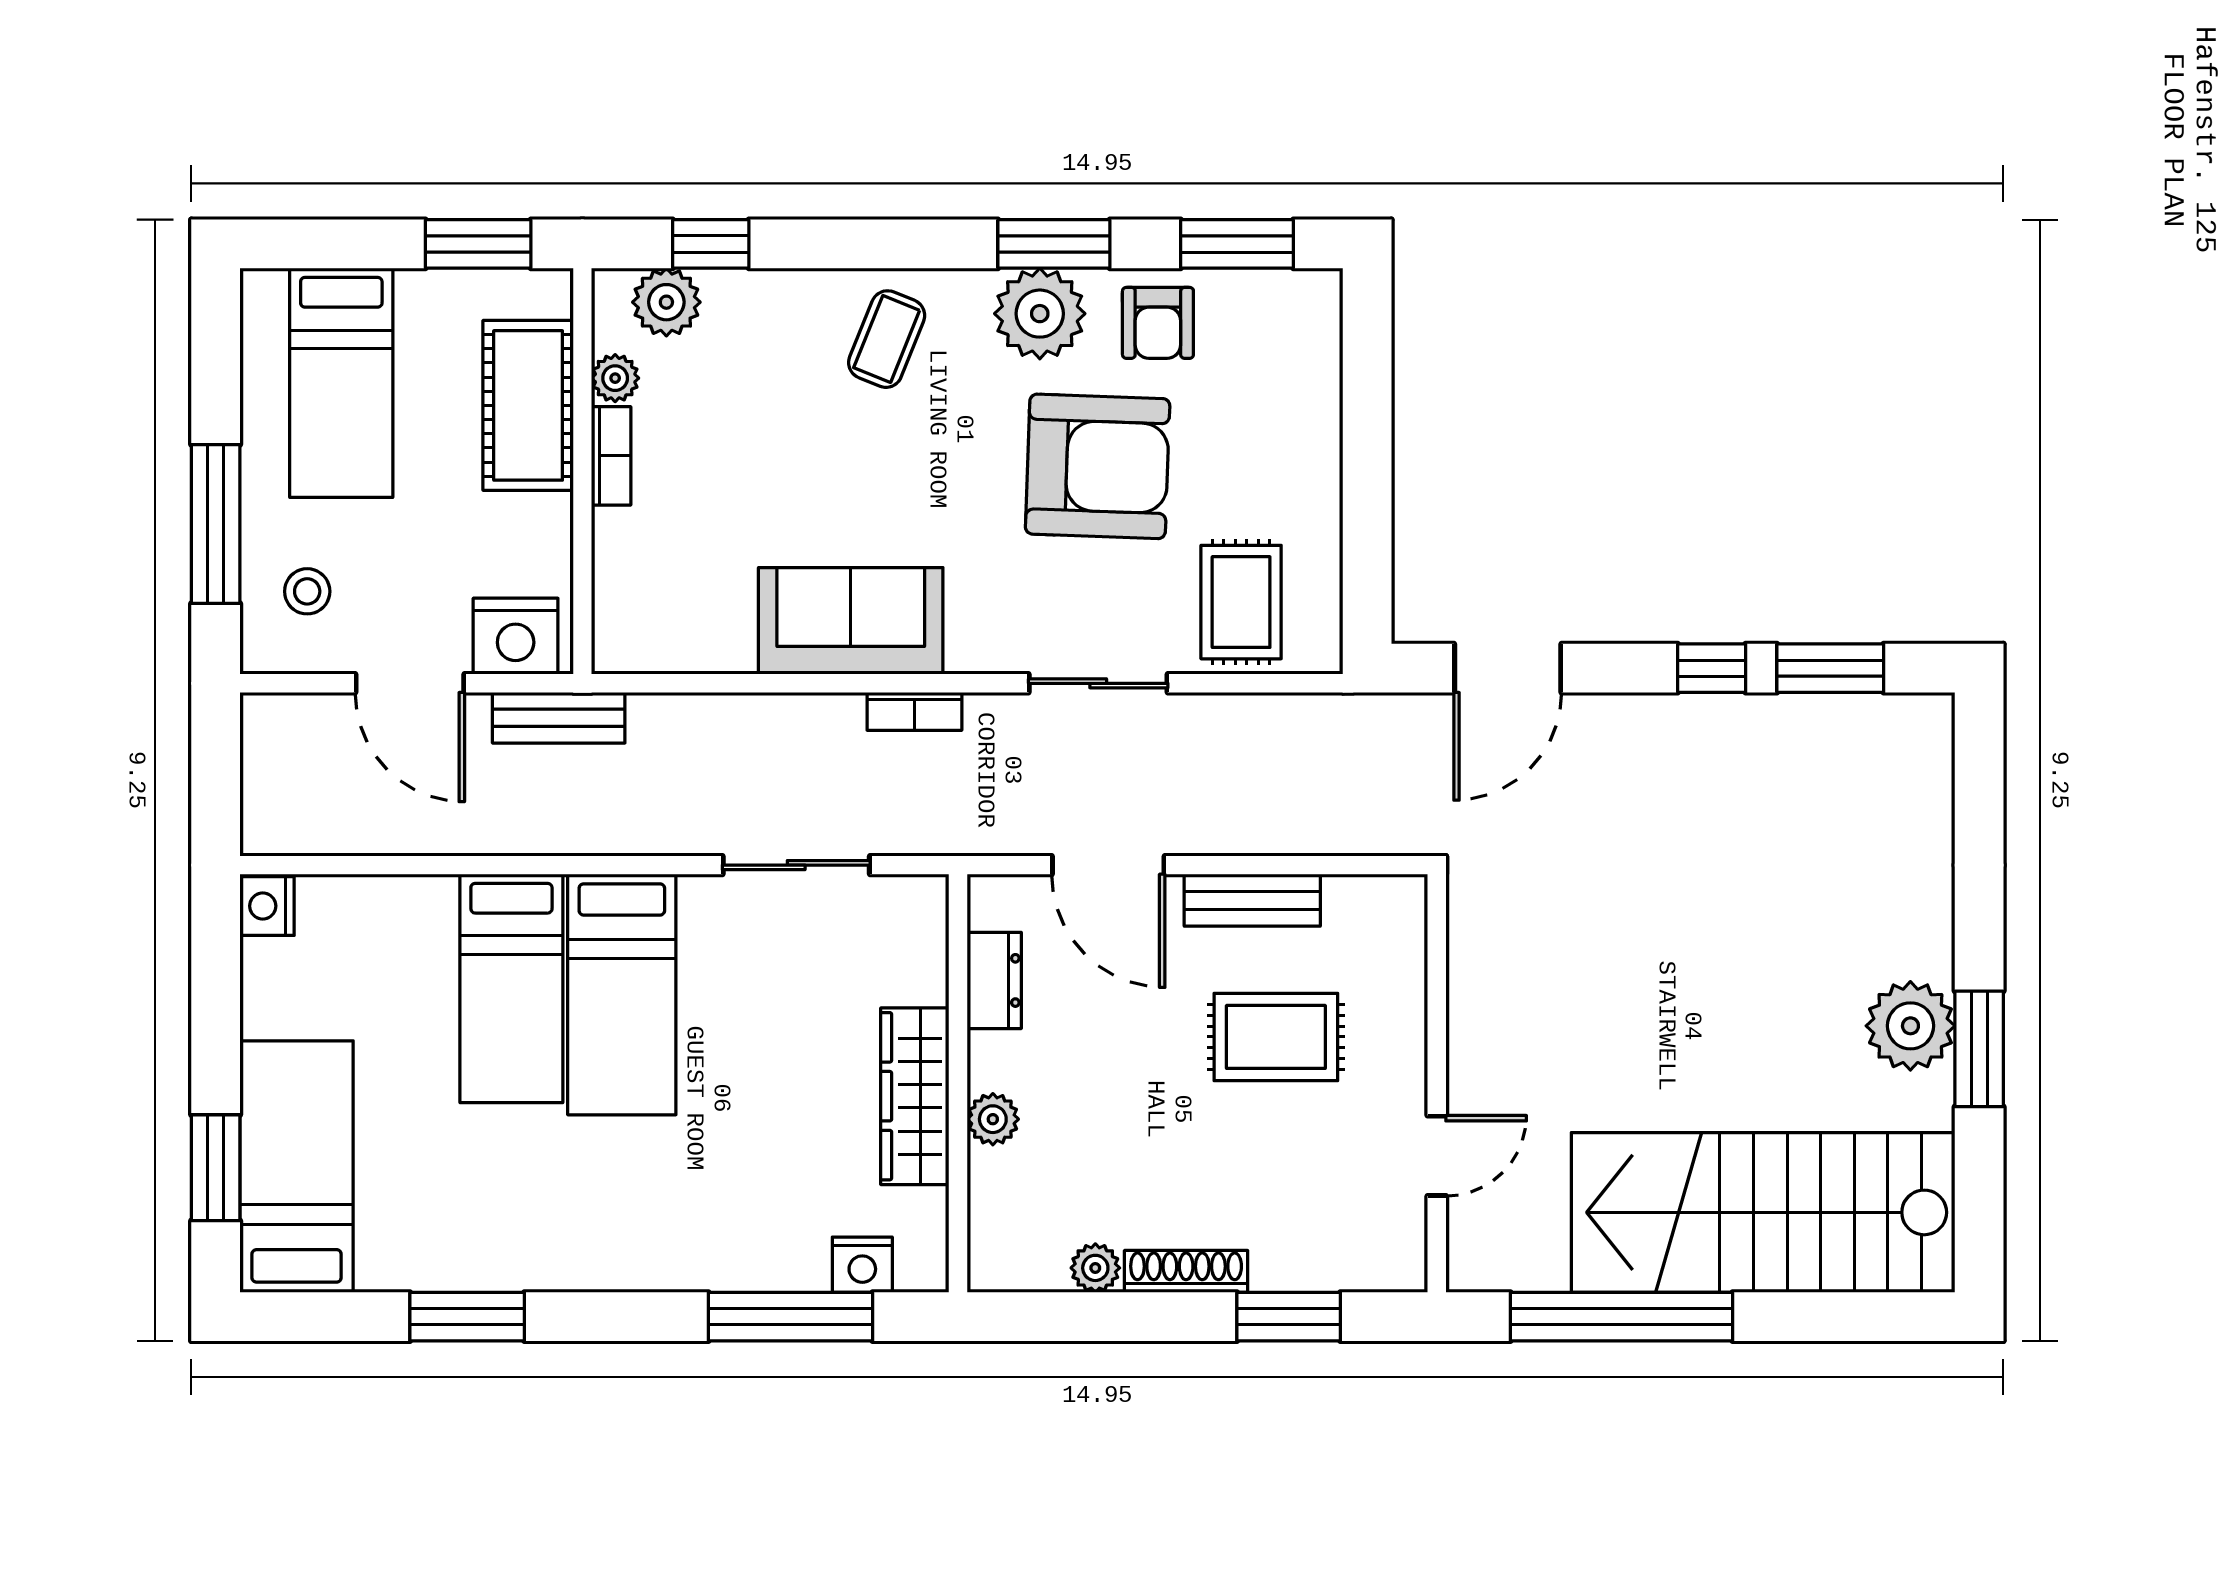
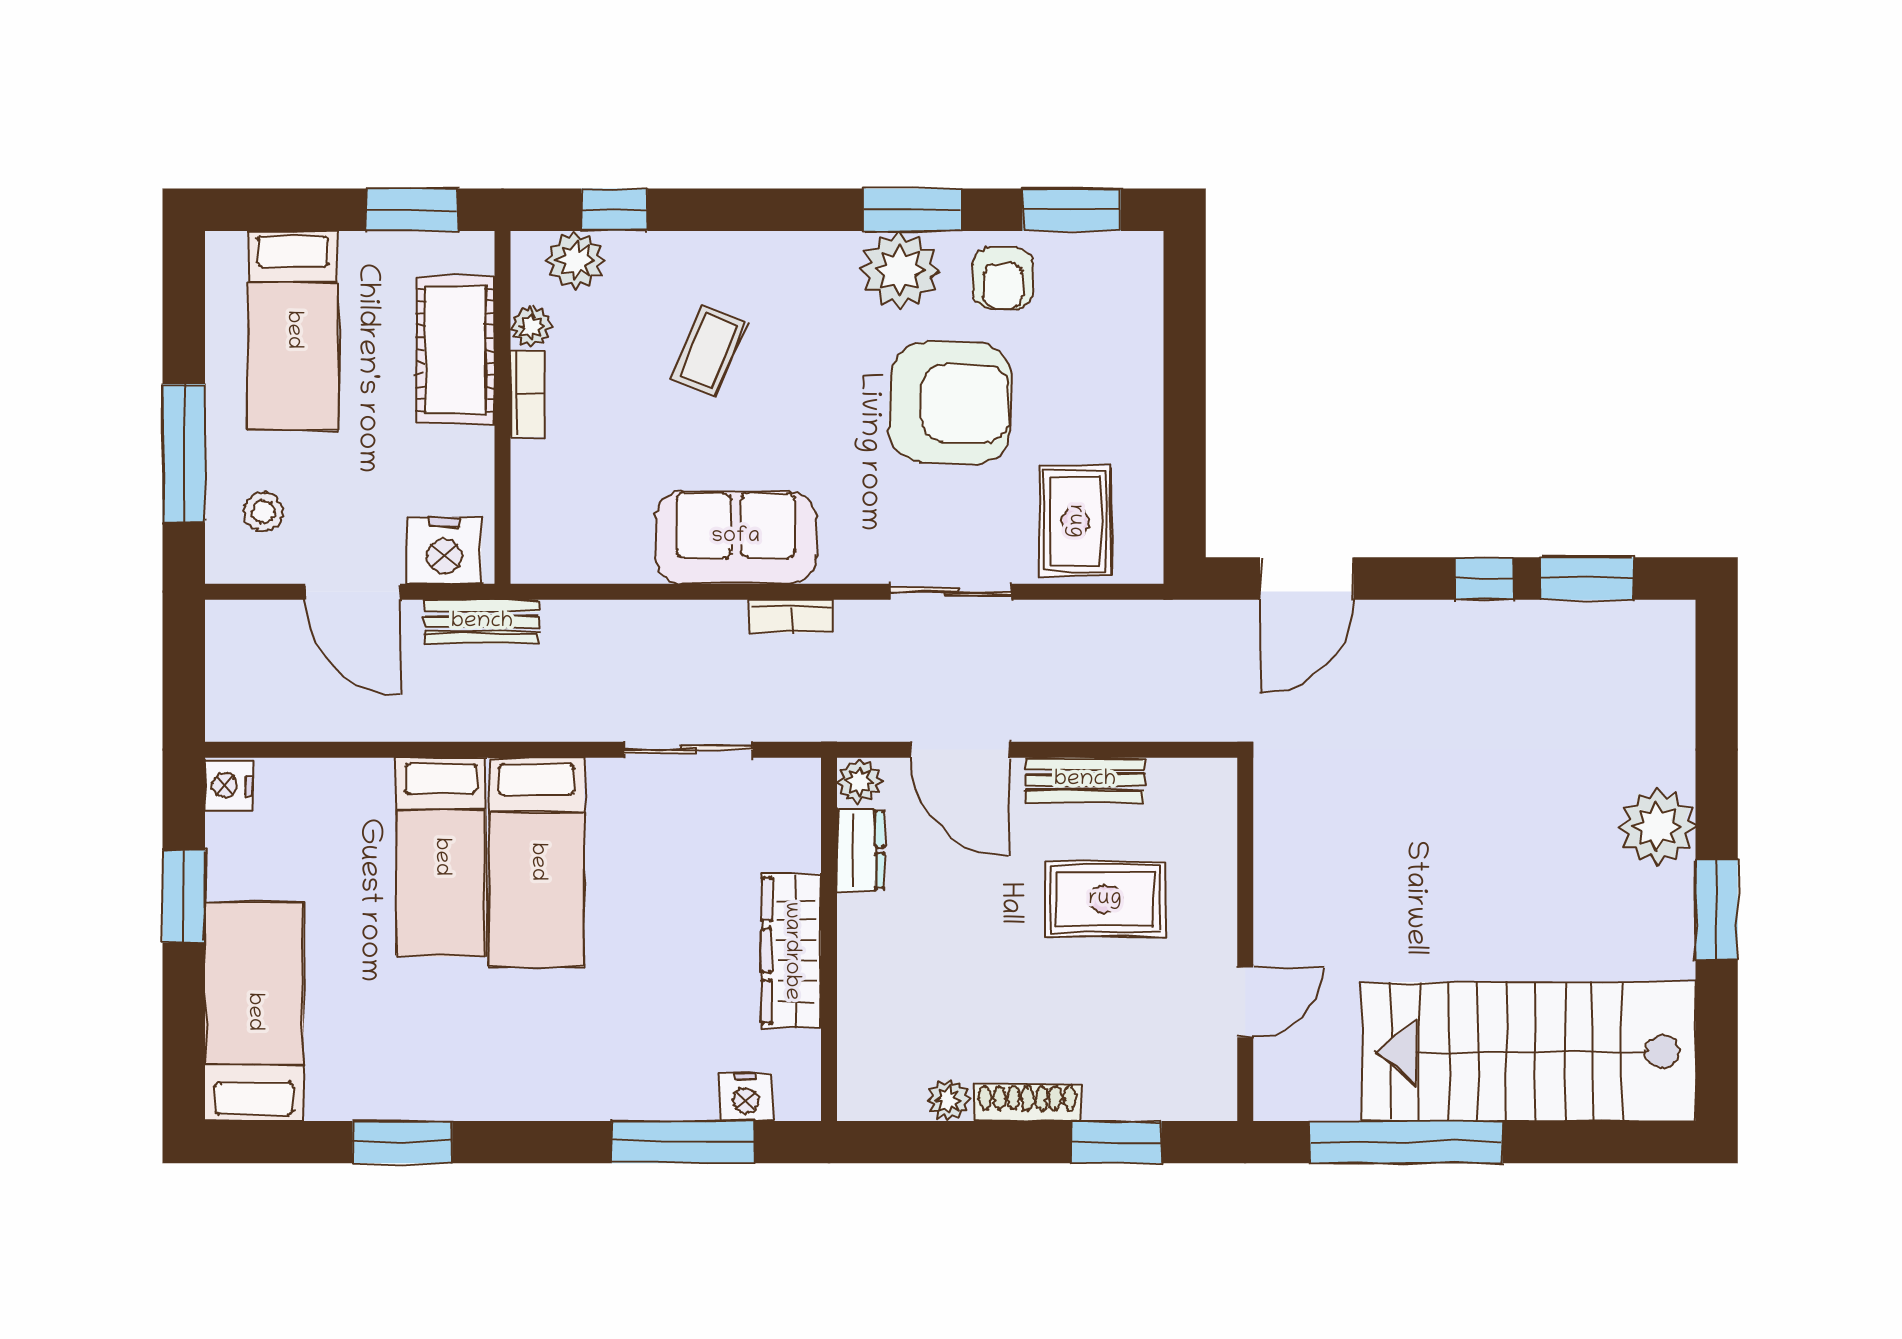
coffee table: (887, 339) -> (708, 350), moved
plant: (1910, 1026) -> (1657, 827), moved
plant: (993, 1119) -> (859, 782), moved
window: (216, 1168) -> (184, 897), moved

